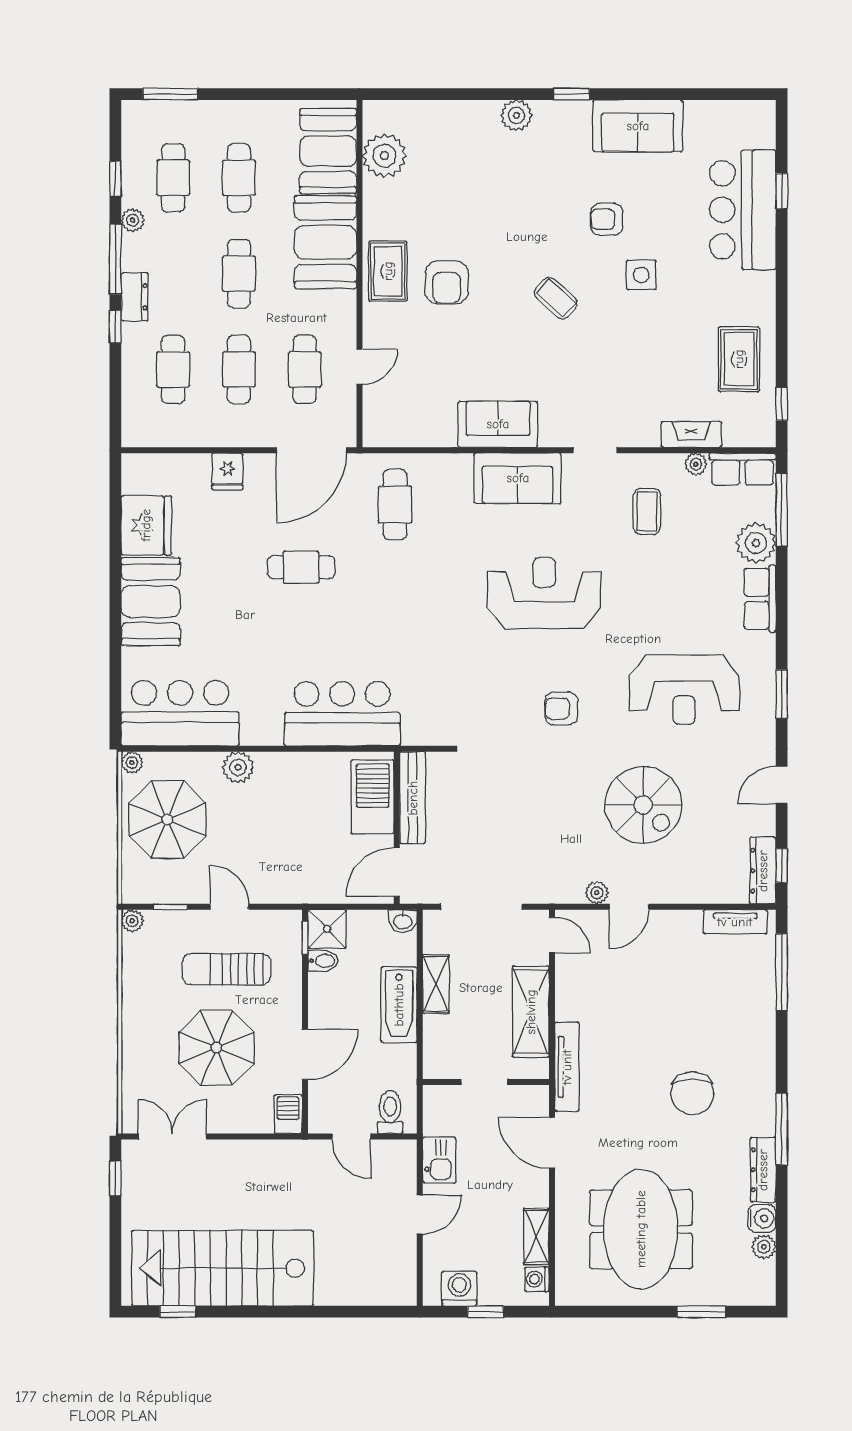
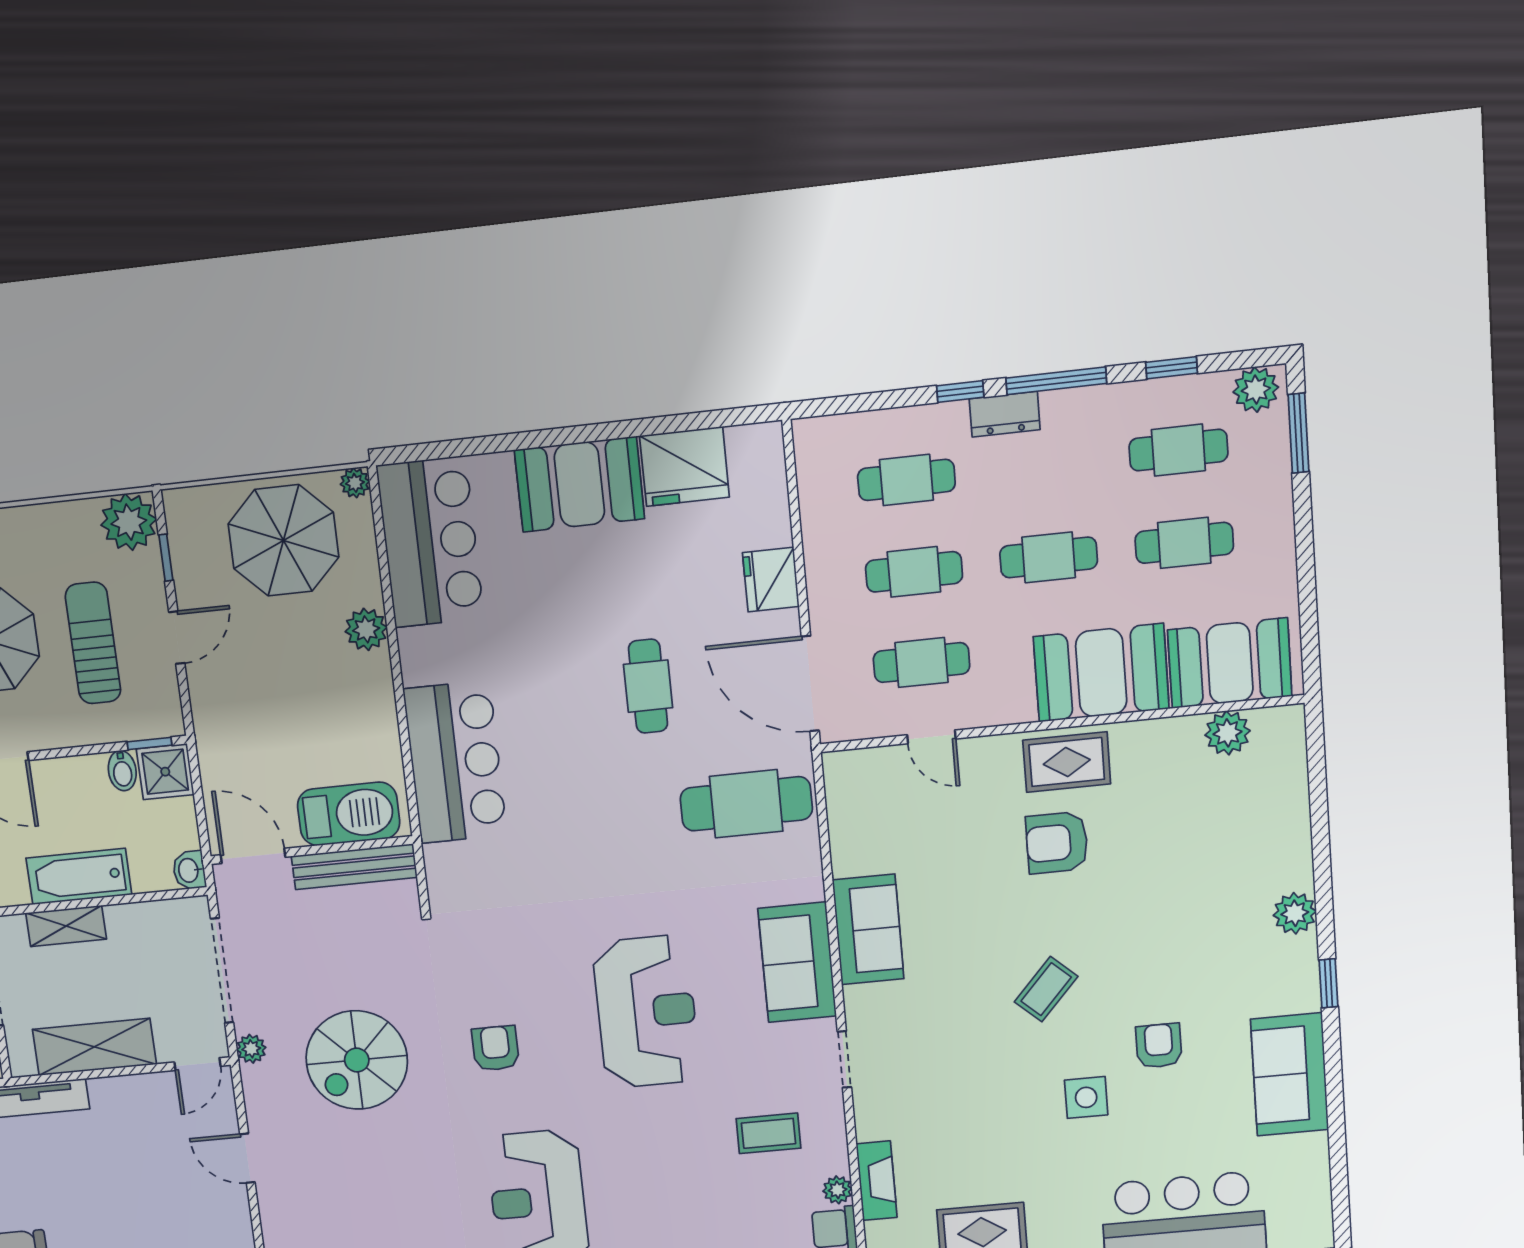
plant: (384, 156) -> (1228, 733), width x0.73, depth x0.73
plant: (133, 220) -> (1256, 390), moved, width x1.38, depth x1.38
fridge: (227, 472) -> (771, 580), width x1.38
cafe table: (395, 505) -> (746, 804), width x1.37, depth x1.35
spiral stairs: (643, 805) -> (357, 1060), moved
plant: (597, 893) -> (251, 1049), moved
plant: (132, 921) -> (129, 522), width x1.88, depth x1.88
shelving: (436, 984) -> (66, 926), moved

